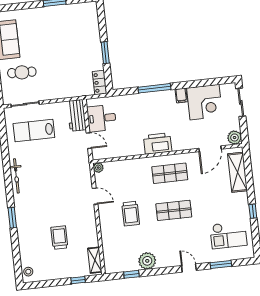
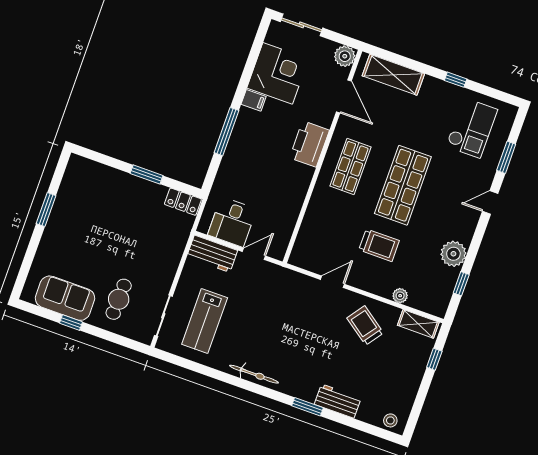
printer: (158, 143) -> (309, 144), moved
plant: (98, 168) -> (400, 296), moved
shop shelf: (174, 210) -> (403, 185), width x1.43, depth x1.36
workbench: (25, 234) -> (338, 401), added
trolley: (59, 238) -> (365, 326), moved, turned 36

